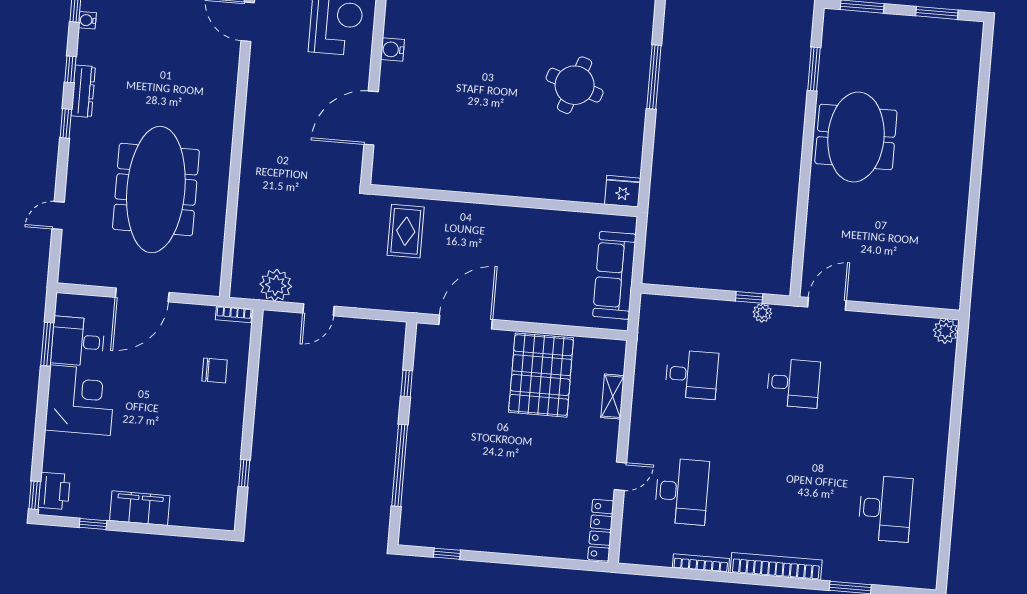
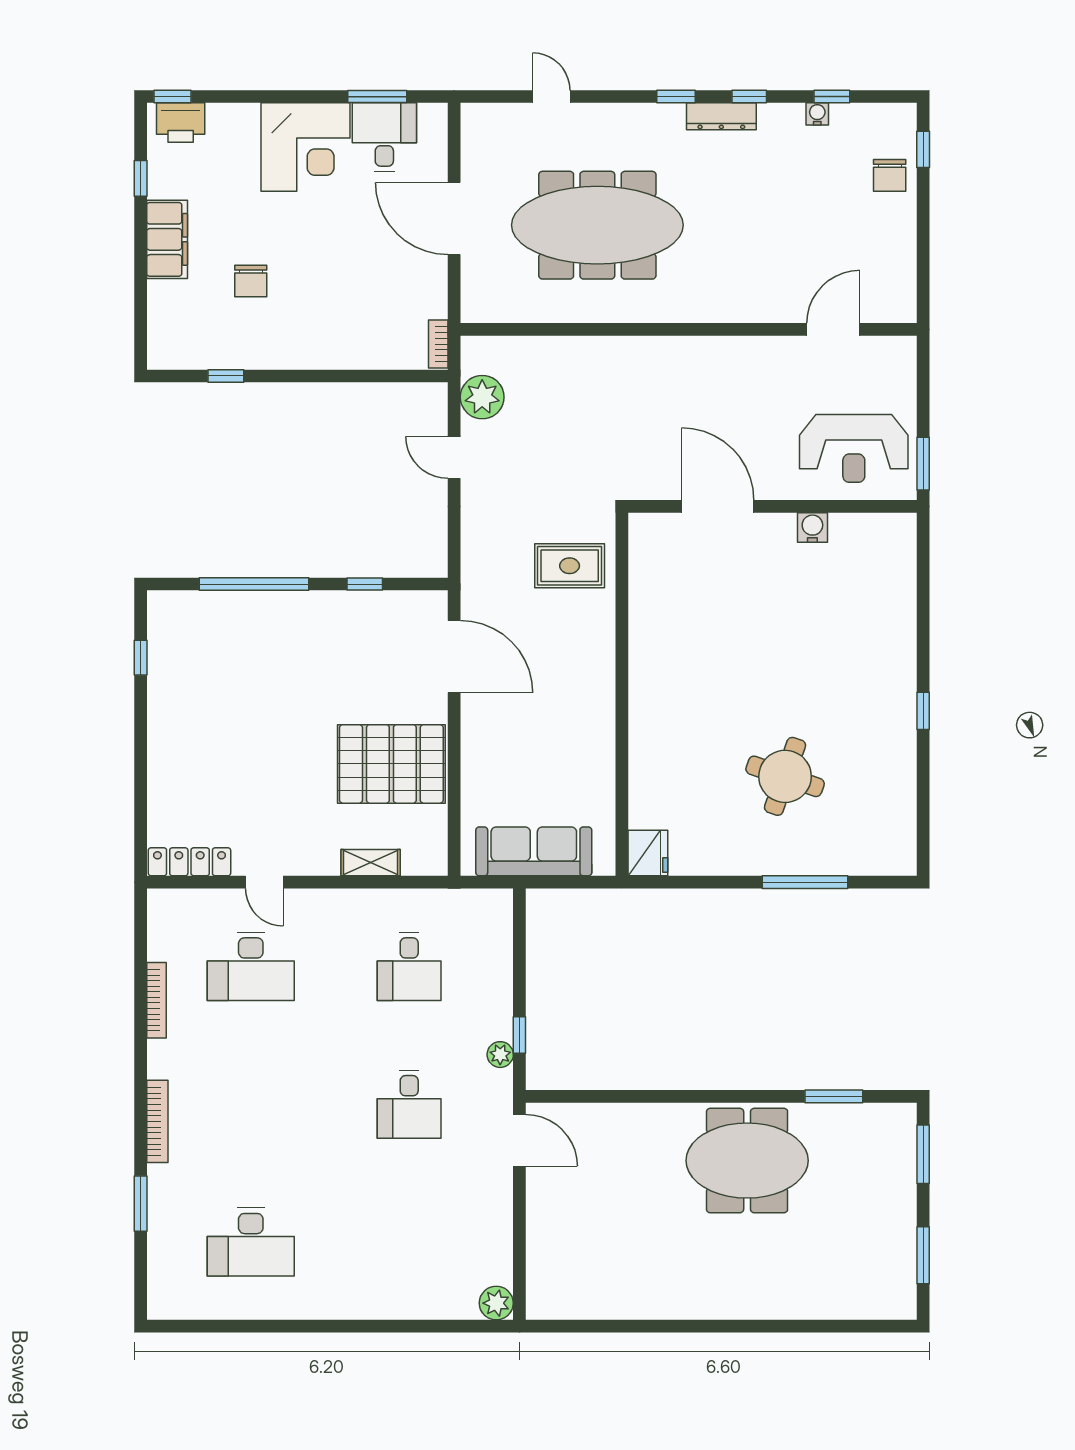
chair: (215, 370) -> (251, 281), moved
bookcase: (776, 566) -> (157, 1121), width x0.68, depth x0.76

